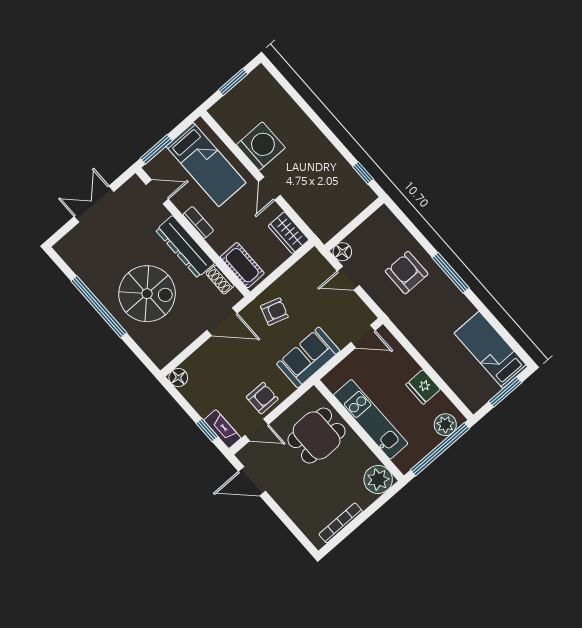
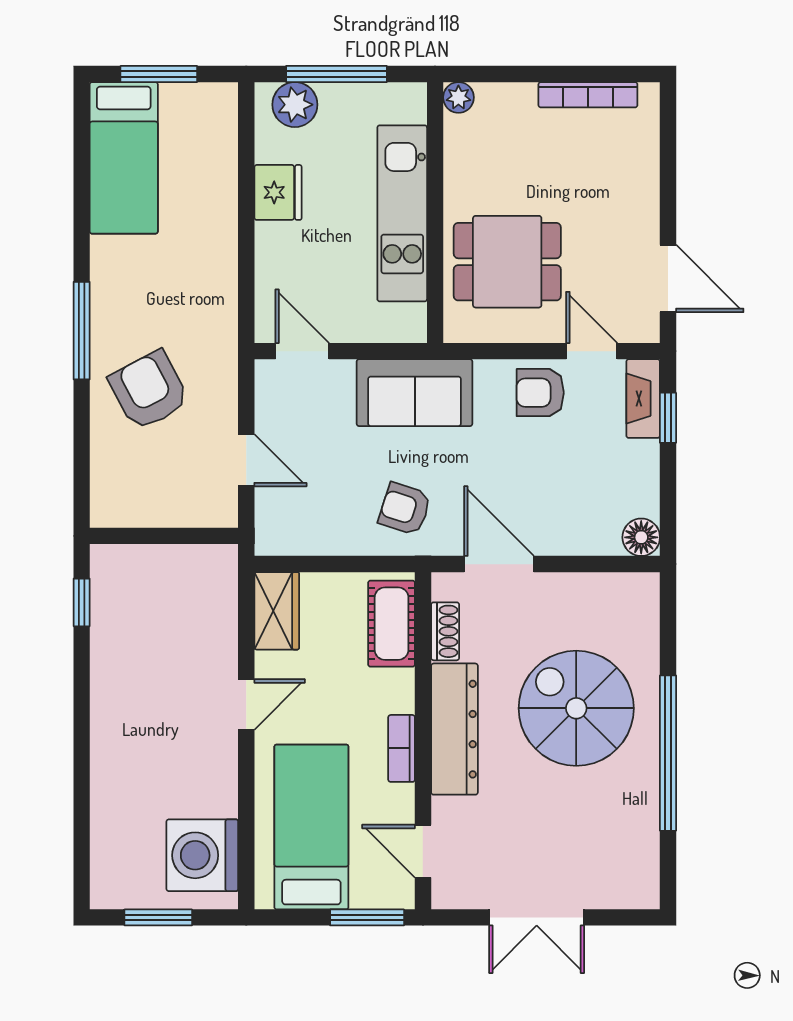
washing machine: (261, 146) -> (202, 855), moved
floor lamp: (342, 252) -> (220, 509), removed
armchair: (407, 273) -> (149, 390), turned 152
window: (440, 449) -> (336, 74), width x0.68
plant: (378, 479) -> (458, 97), width x0.53, depth x0.53

